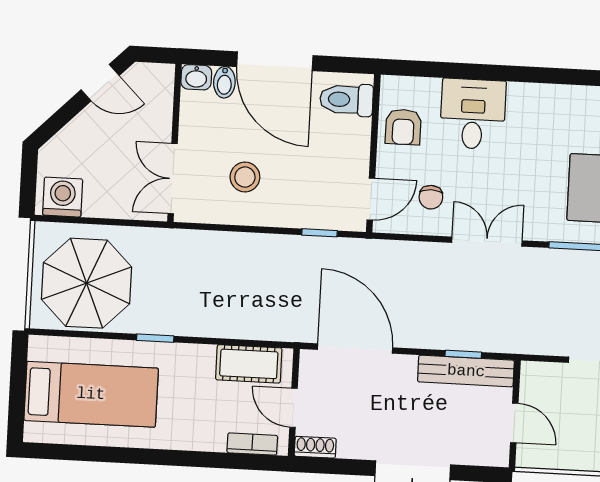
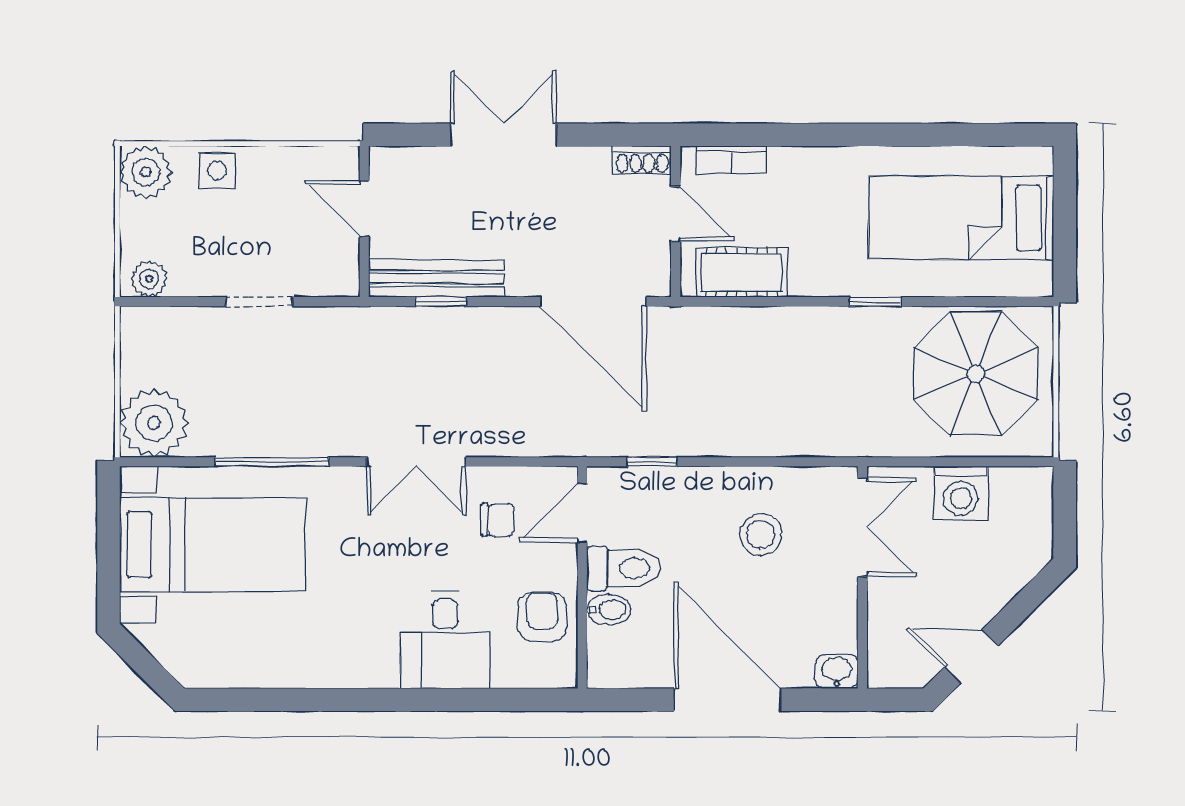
bidet: (224, 82) -> (609, 610), moved, turned 90
toilet: (346, 100) -> (624, 568), moved
washing machine: (63, 197) -> (961, 493), moved
chair: (431, 197) -> (498, 520), turned 90

